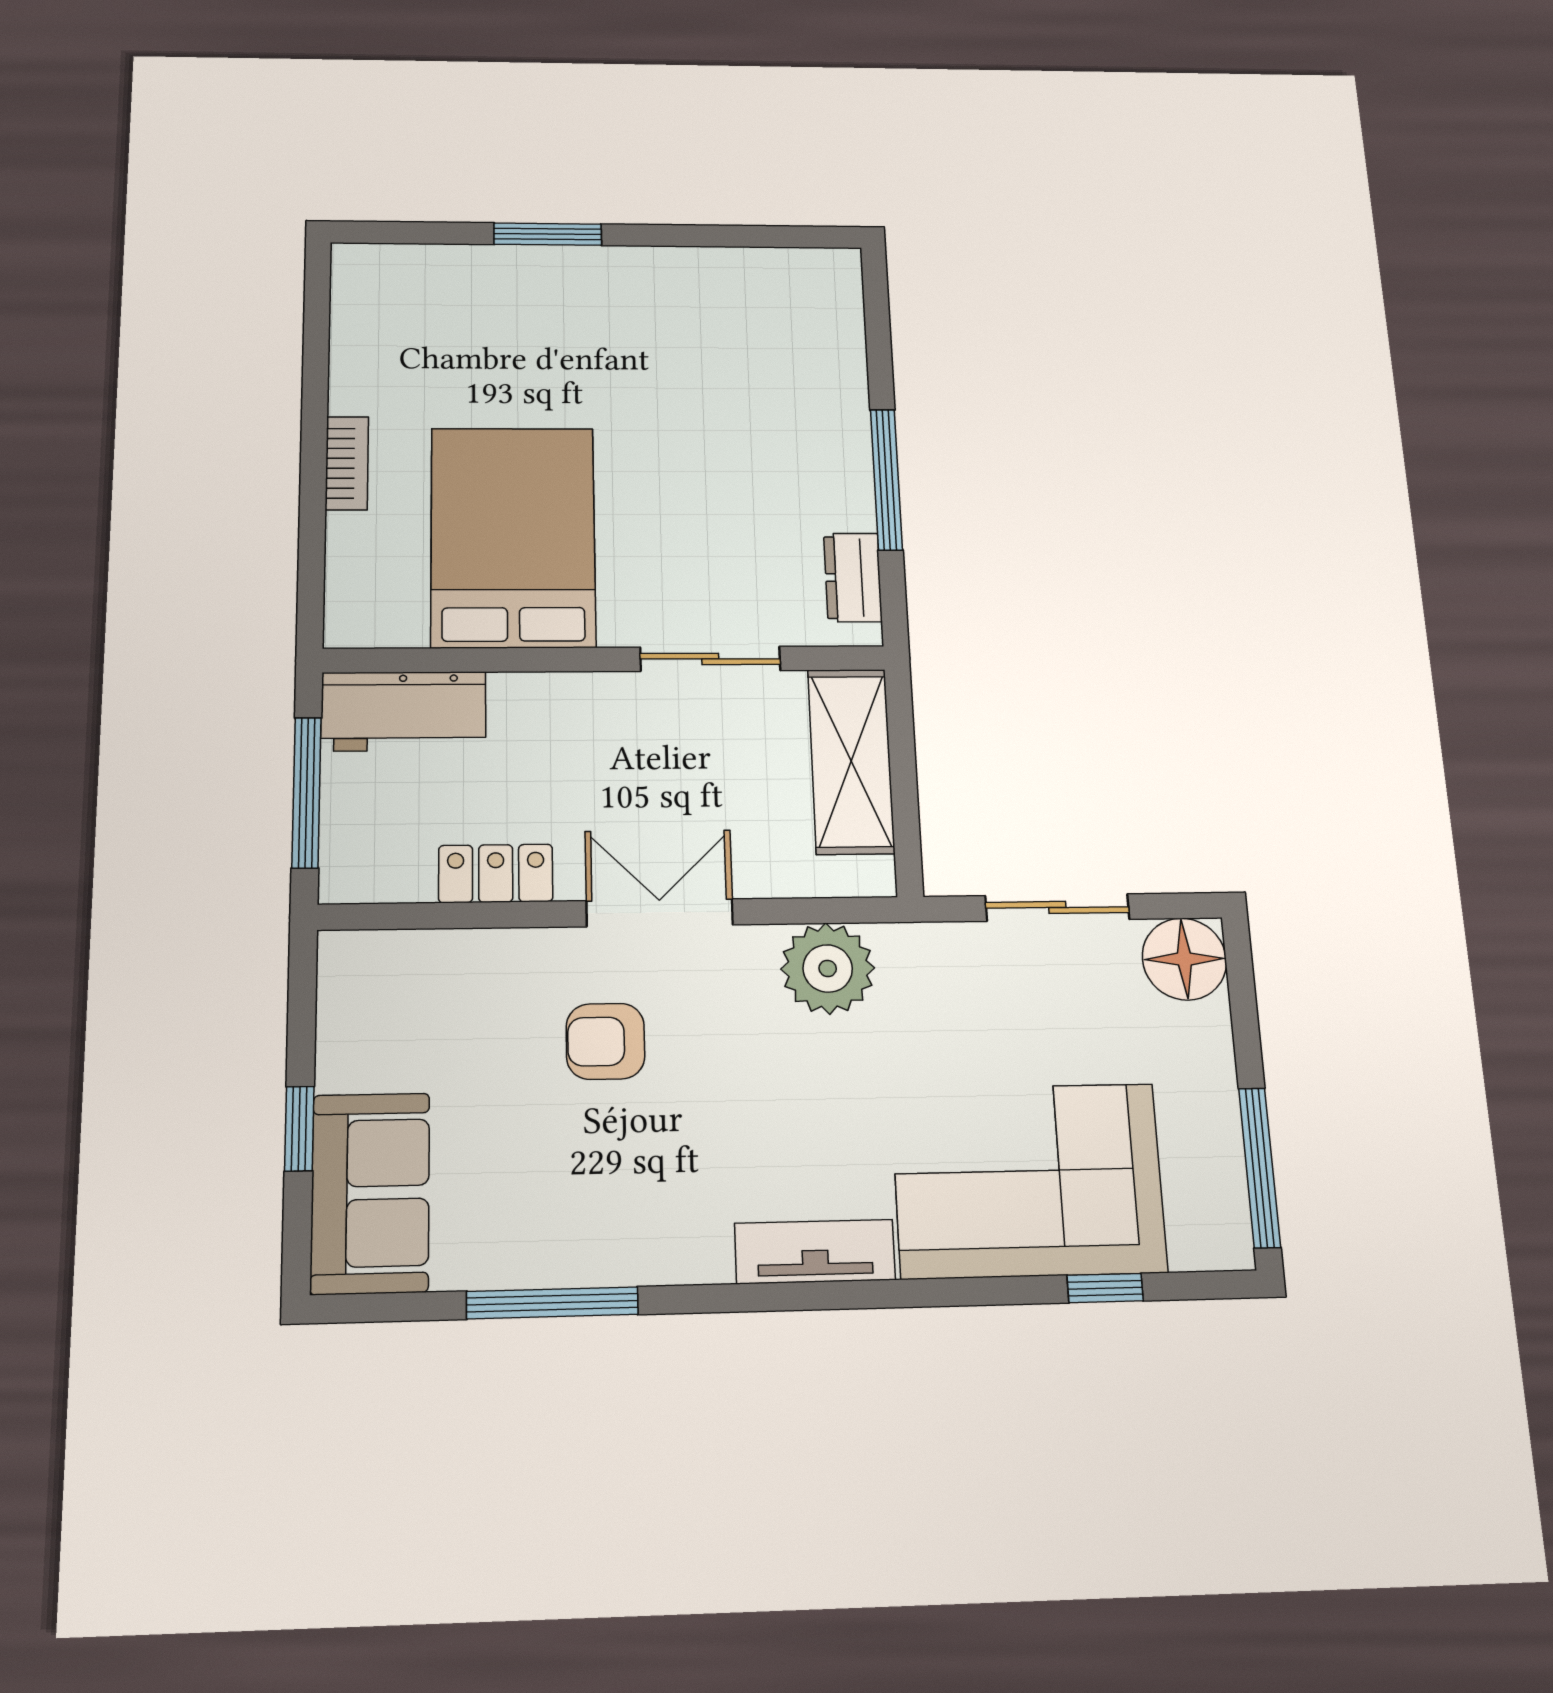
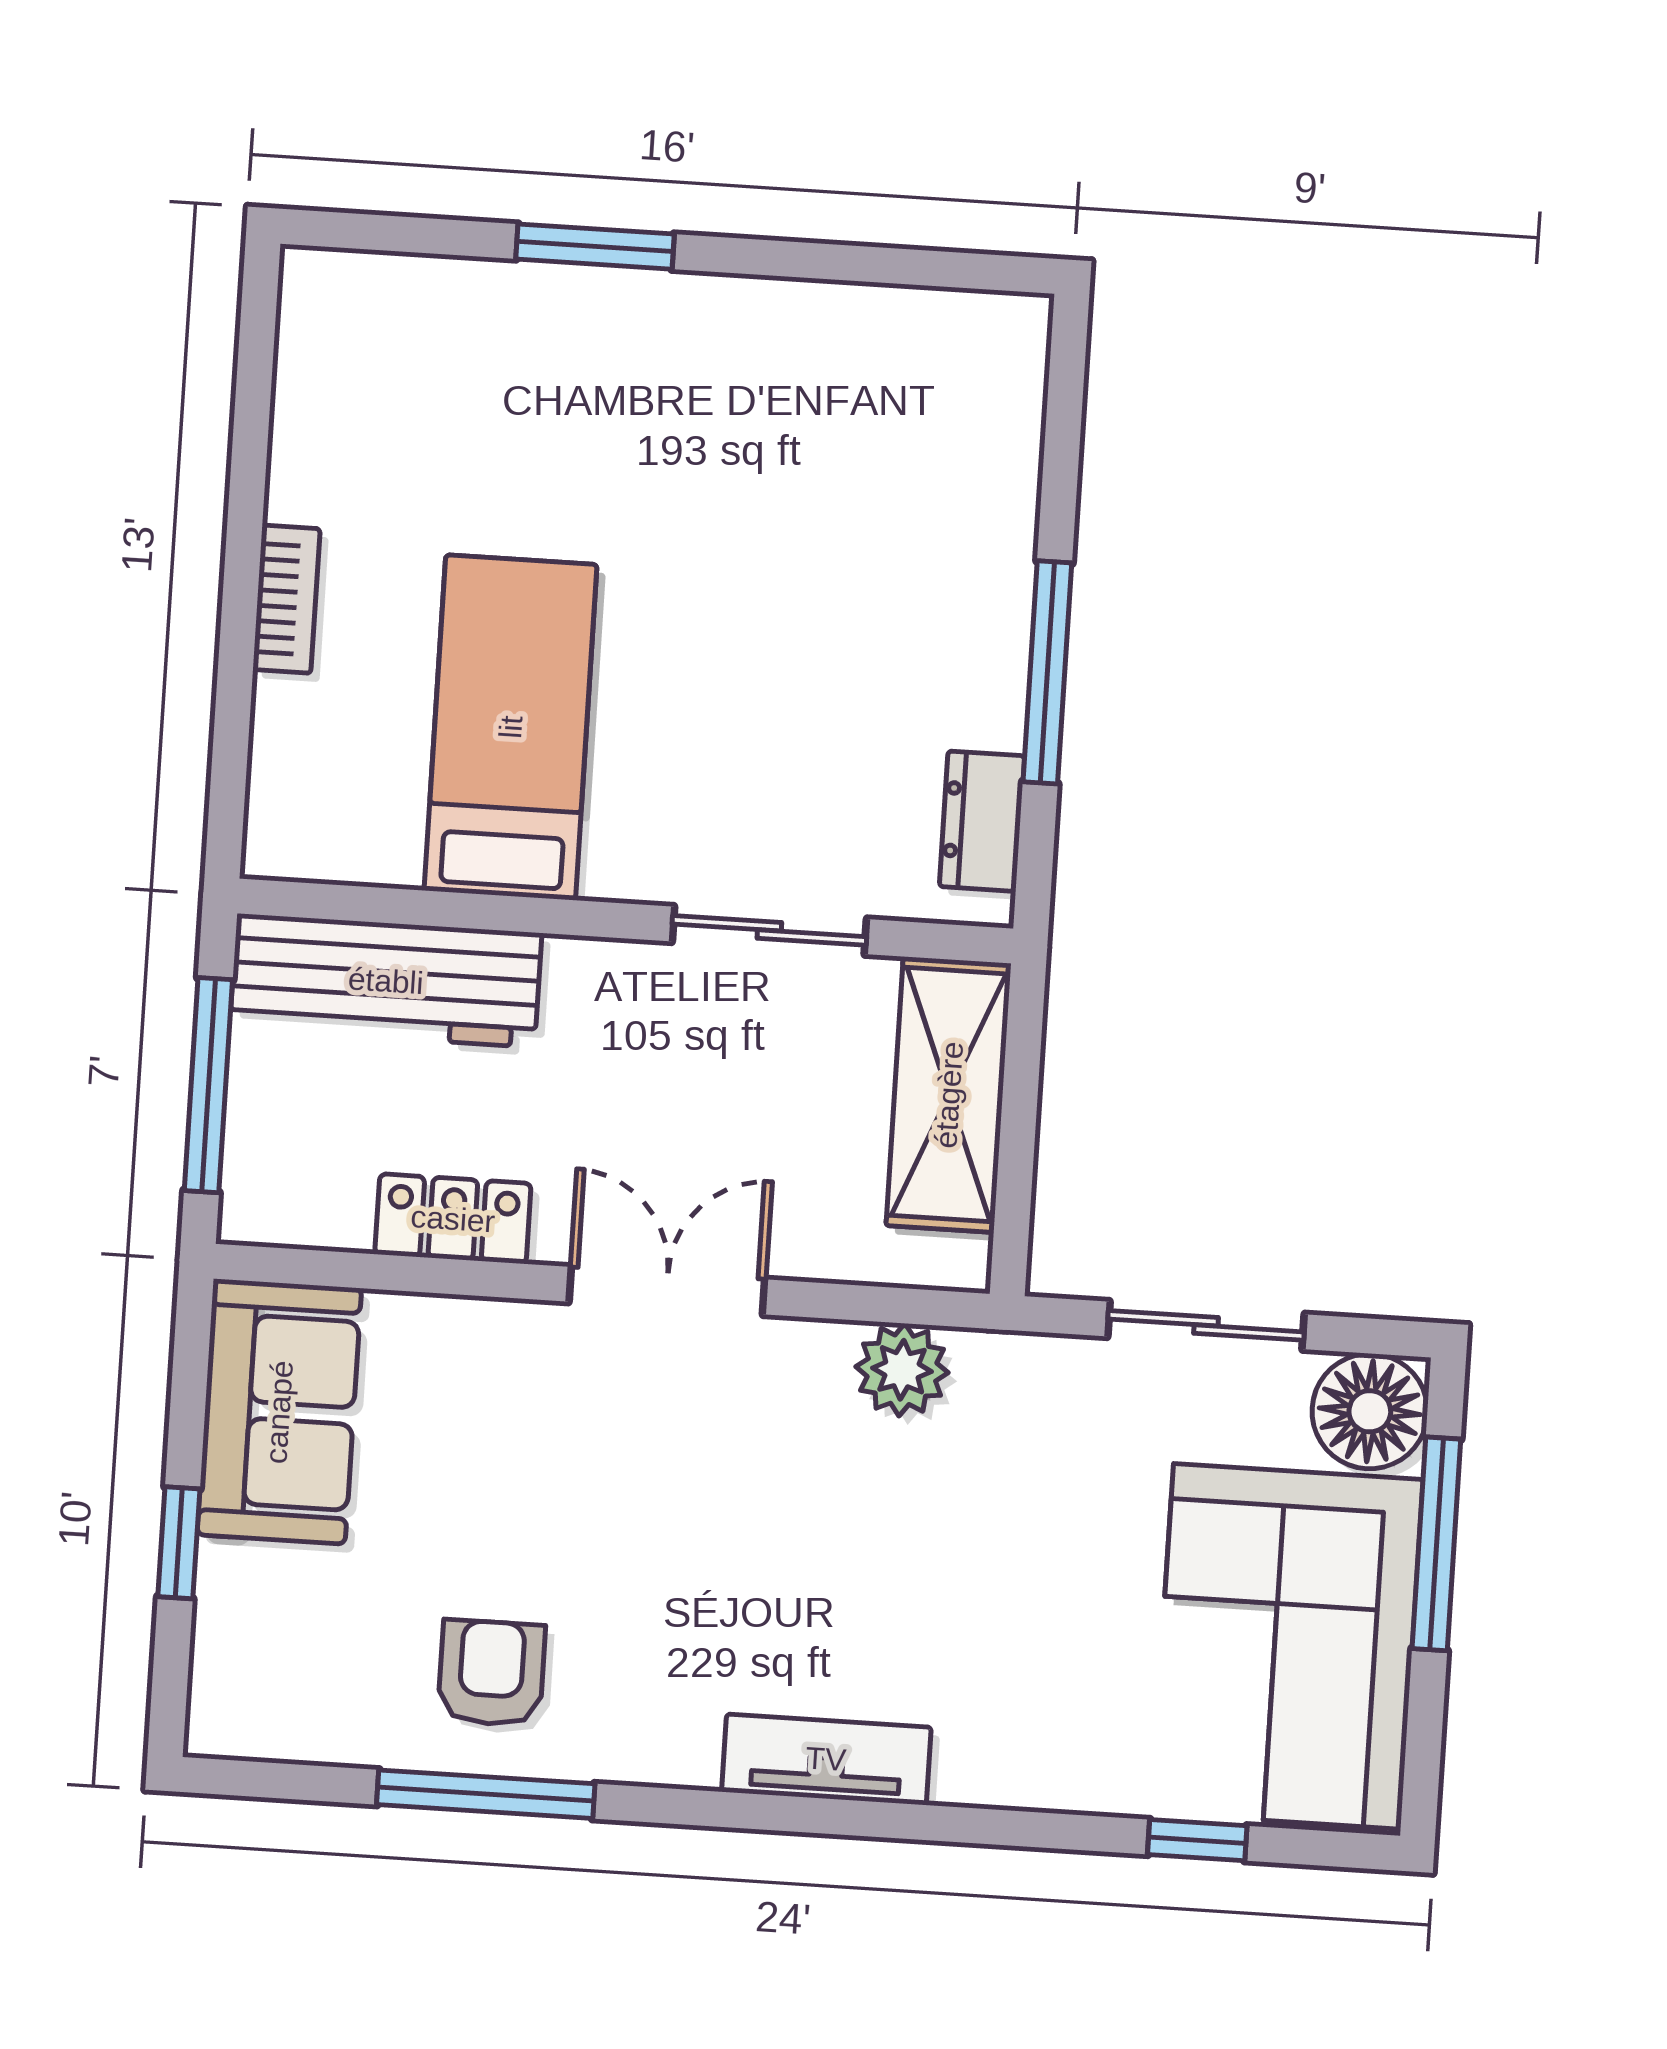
bed: (513, 537) -> (511, 727), width x0.67
workbench: (404, 711) -> (386, 981), width x1.38
plant: (828, 968) -> (902, 1370), width x0.73, depth x0.73
armchair: (605, 1041) -> (491, 1673), moved, turned 90
window: (1260, 1168) -> (1436, 1544), moved
corner sofa: (1028, 1180) -> (1287, 1646), moved, turned -90
sofa: (370, 1193) -> (279, 1412), moved

